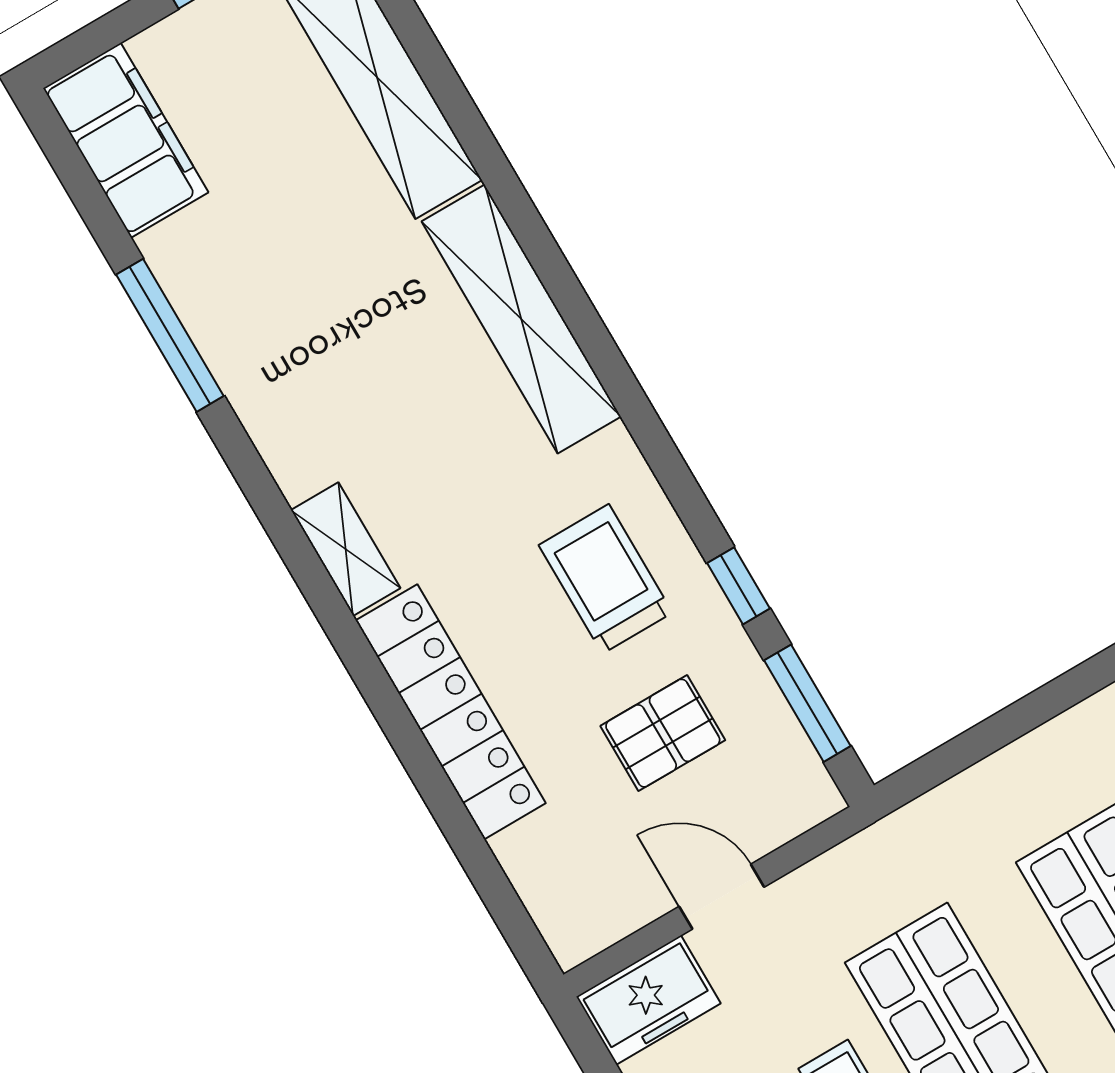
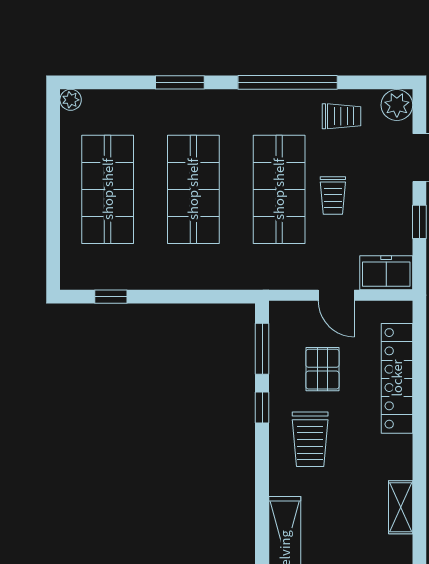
locker: (451, 712) -> (397, 378), moved
pallet: (663, 733) -> (322, 369), turned 90

